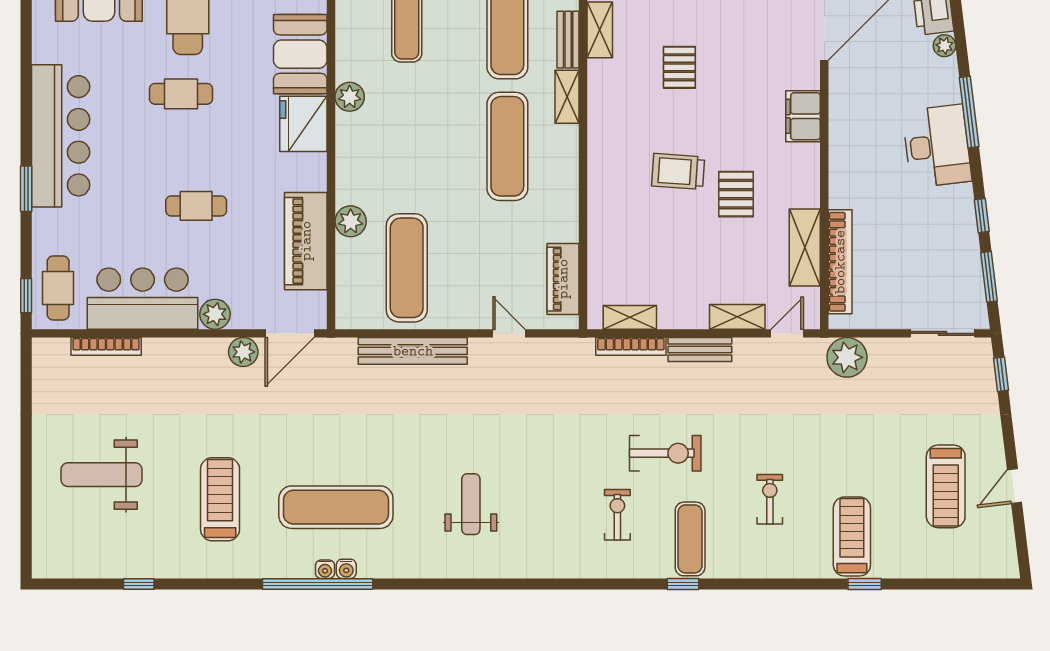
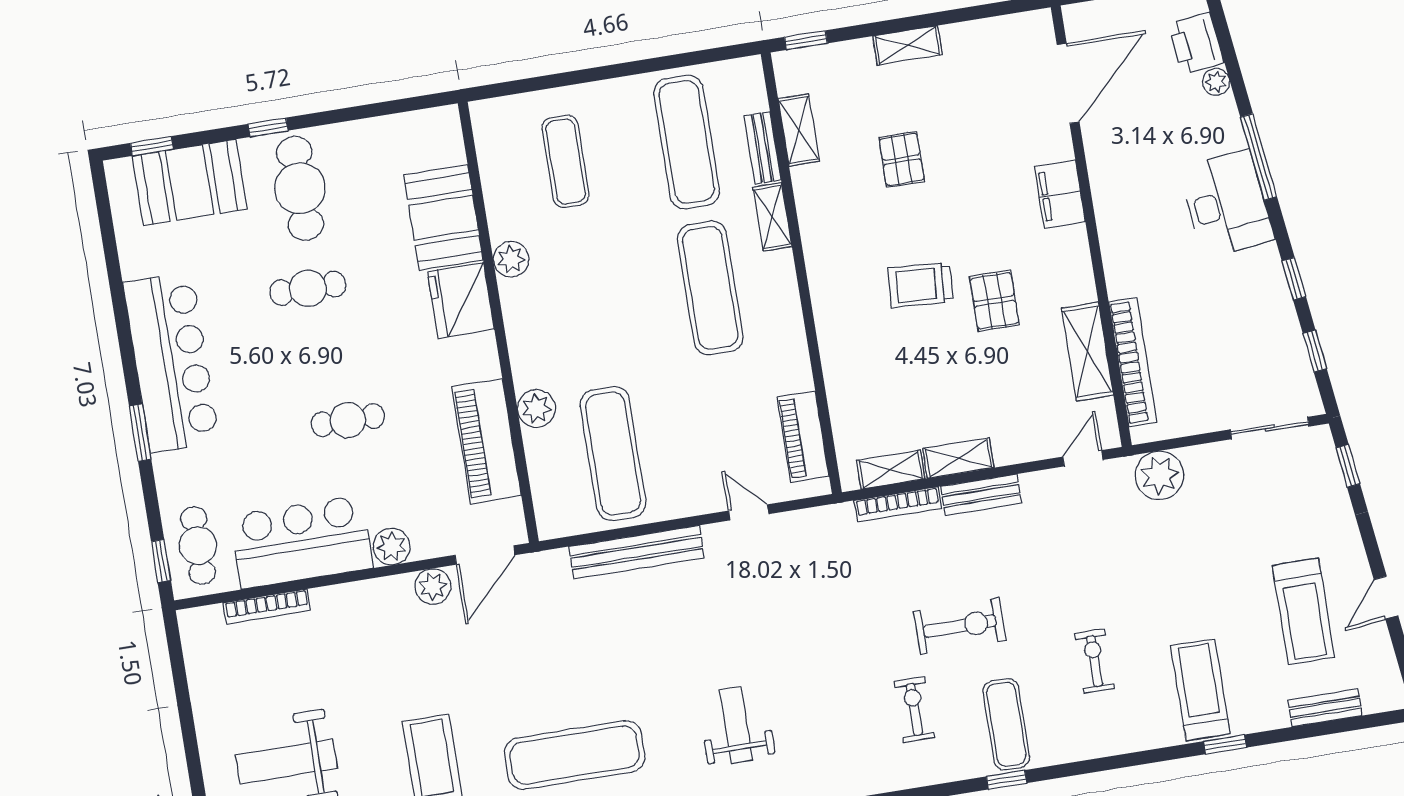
window: (989, 277) -> (1315, 351), width x0.67
shelving: (737, 317) -> (958, 458), moved
bench: (951, 567) -> (1325, 708), added

